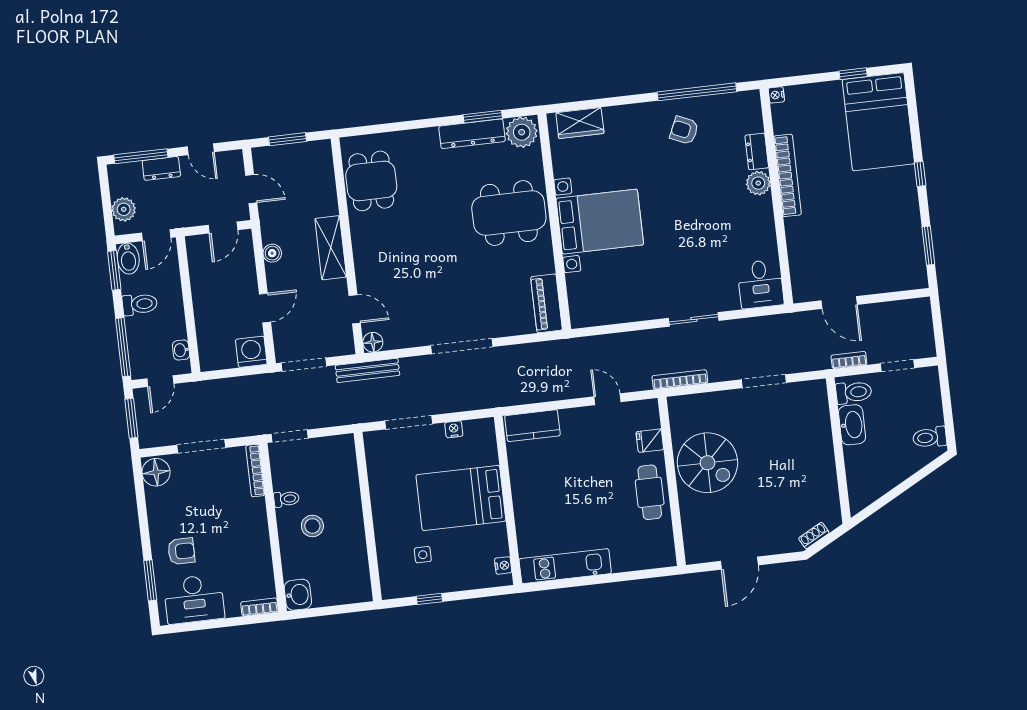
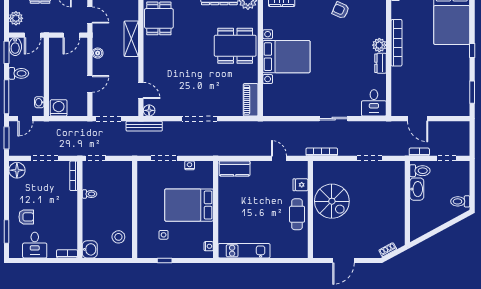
dresser: (757, 152) -> (381, 63), moved
shelving: (331, 248) -> (131, 39), moved
washing machine: (251, 352) -> (59, 108), moved
stool: (312, 526) -> (118, 237), moved
desk: (194, 599) -> (35, 245), width x0.73

